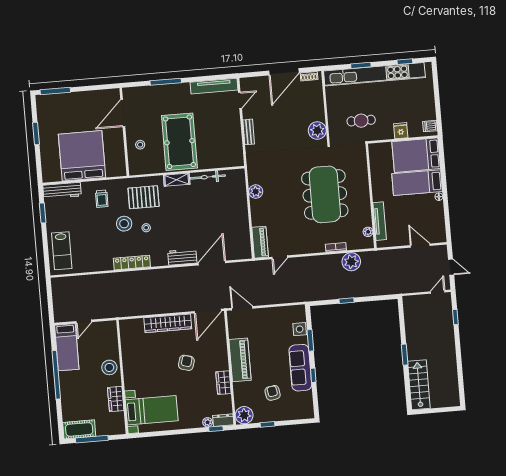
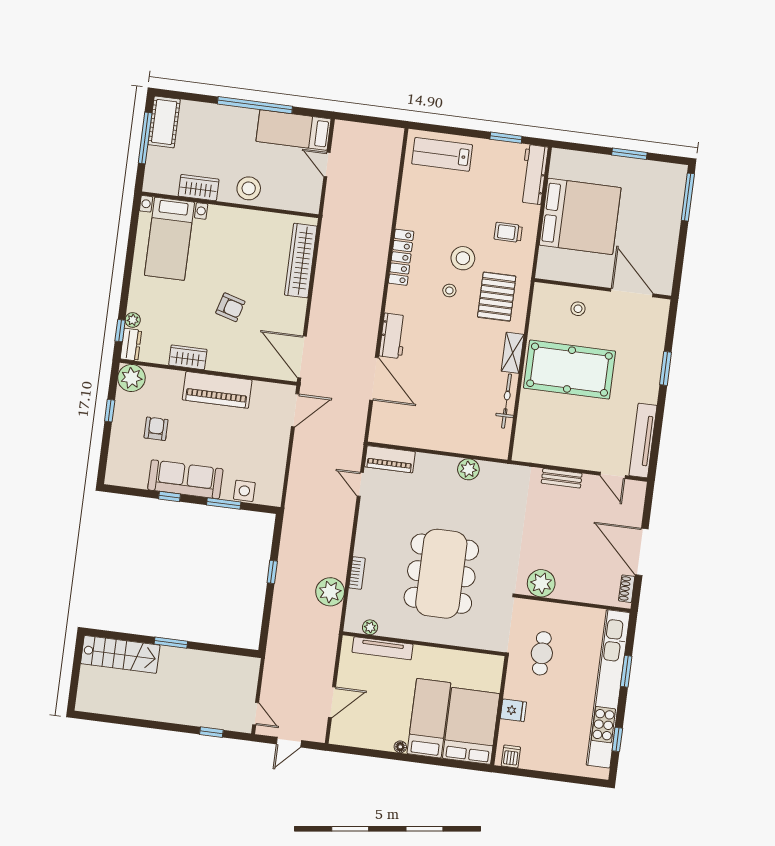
window: (166, 82) -> (666, 368), width x0.69
dining table: (325, 194) -> (441, 574), turned 90
wardrobe: (168, 323) -> (301, 261), moved
armchair: (273, 393) -> (156, 429), turned -80

